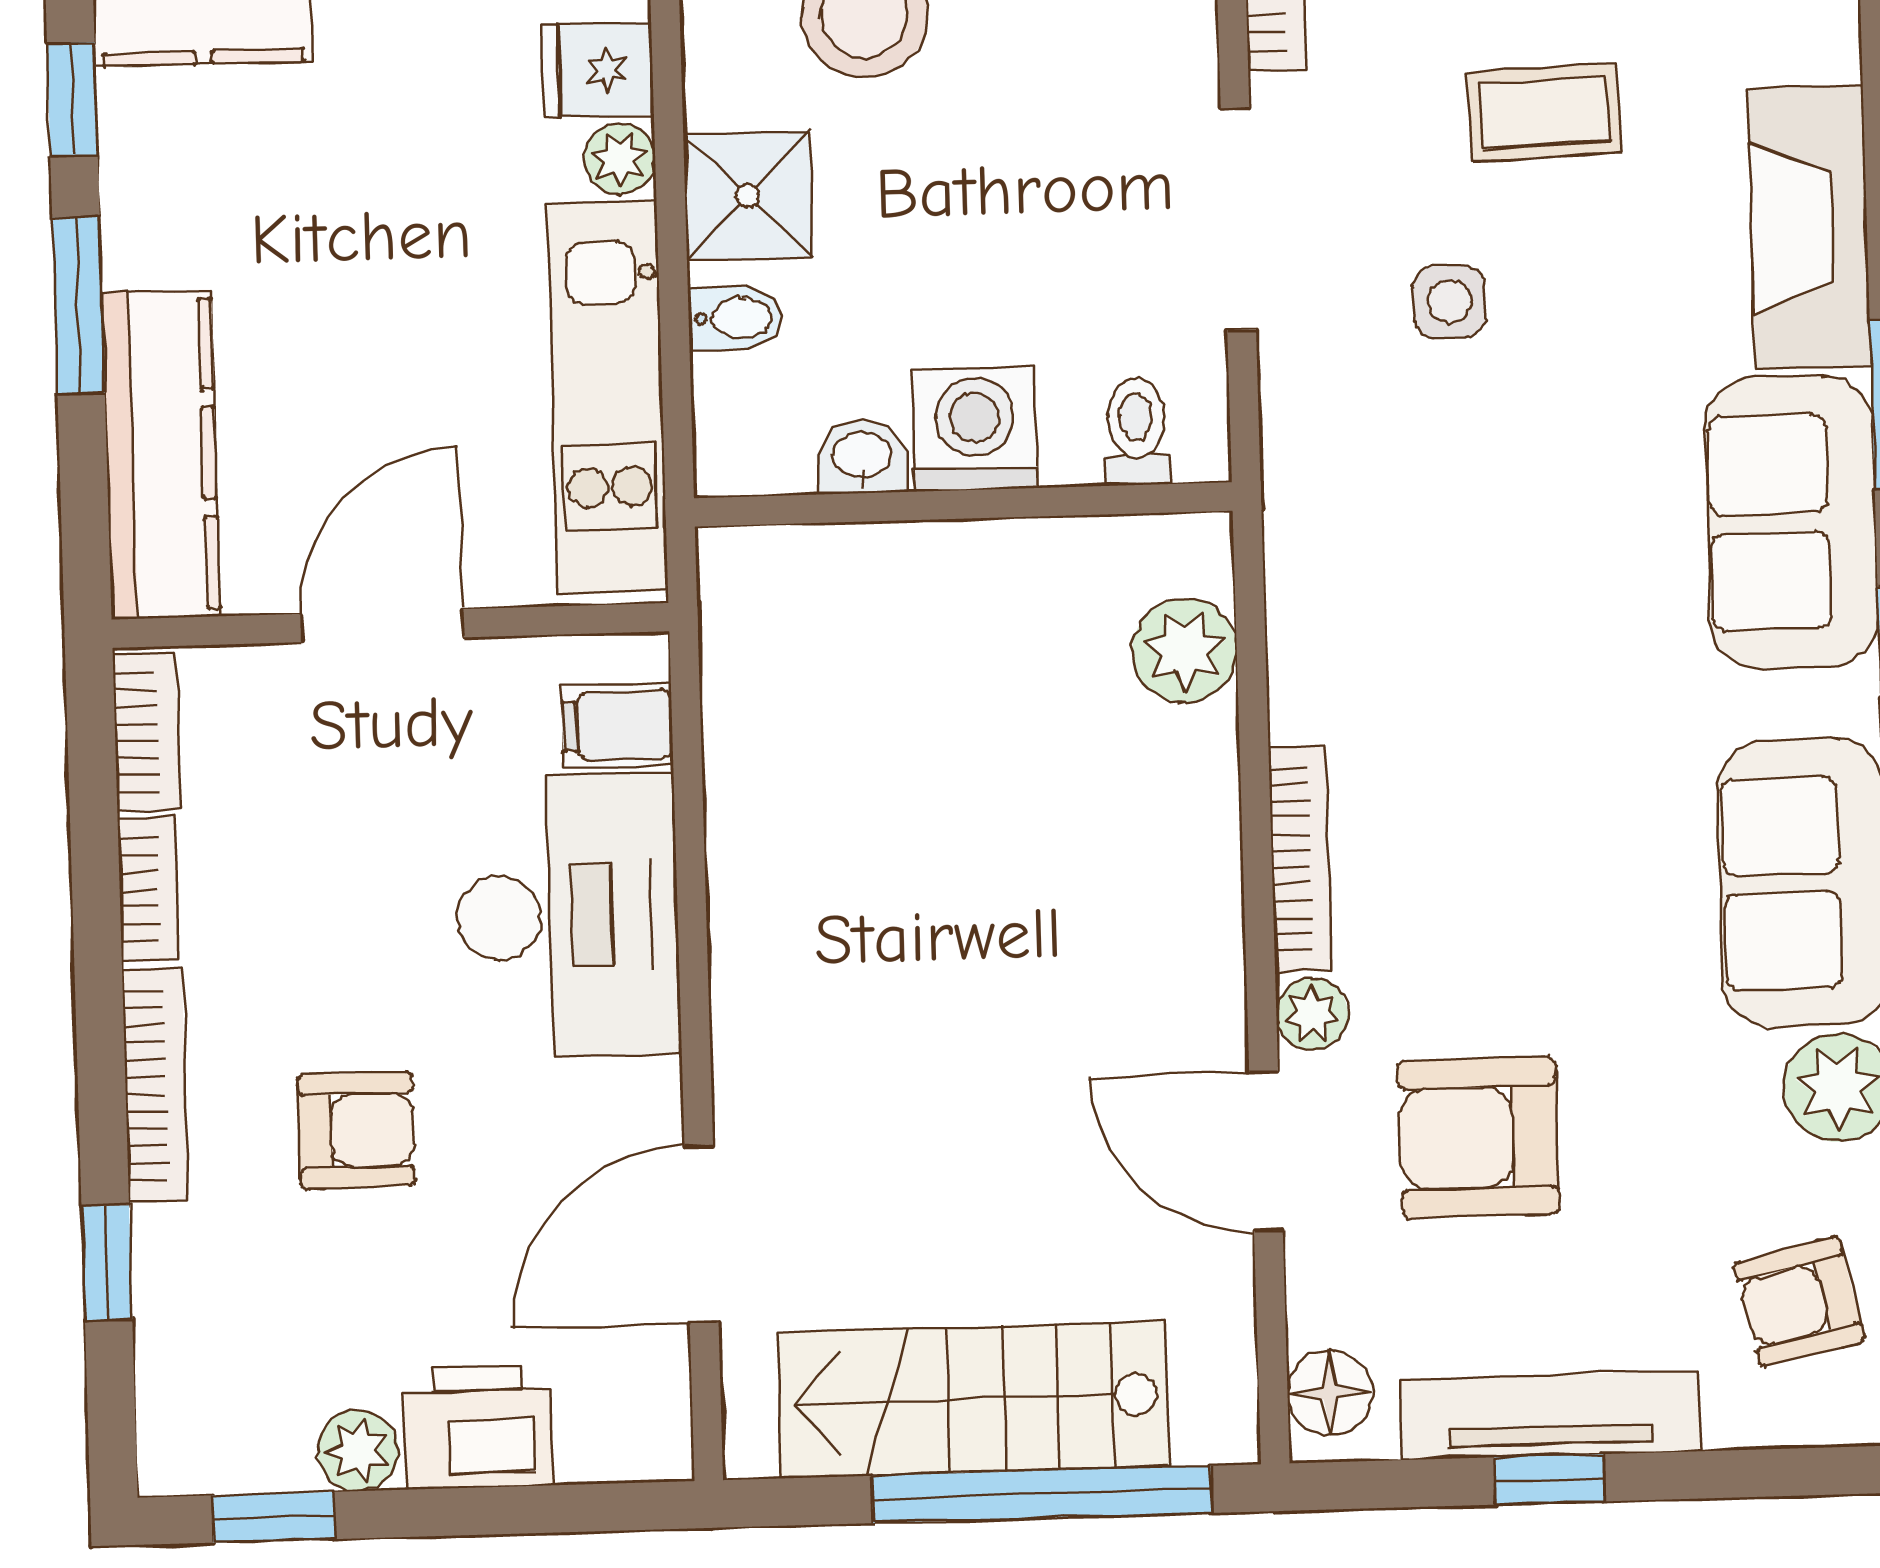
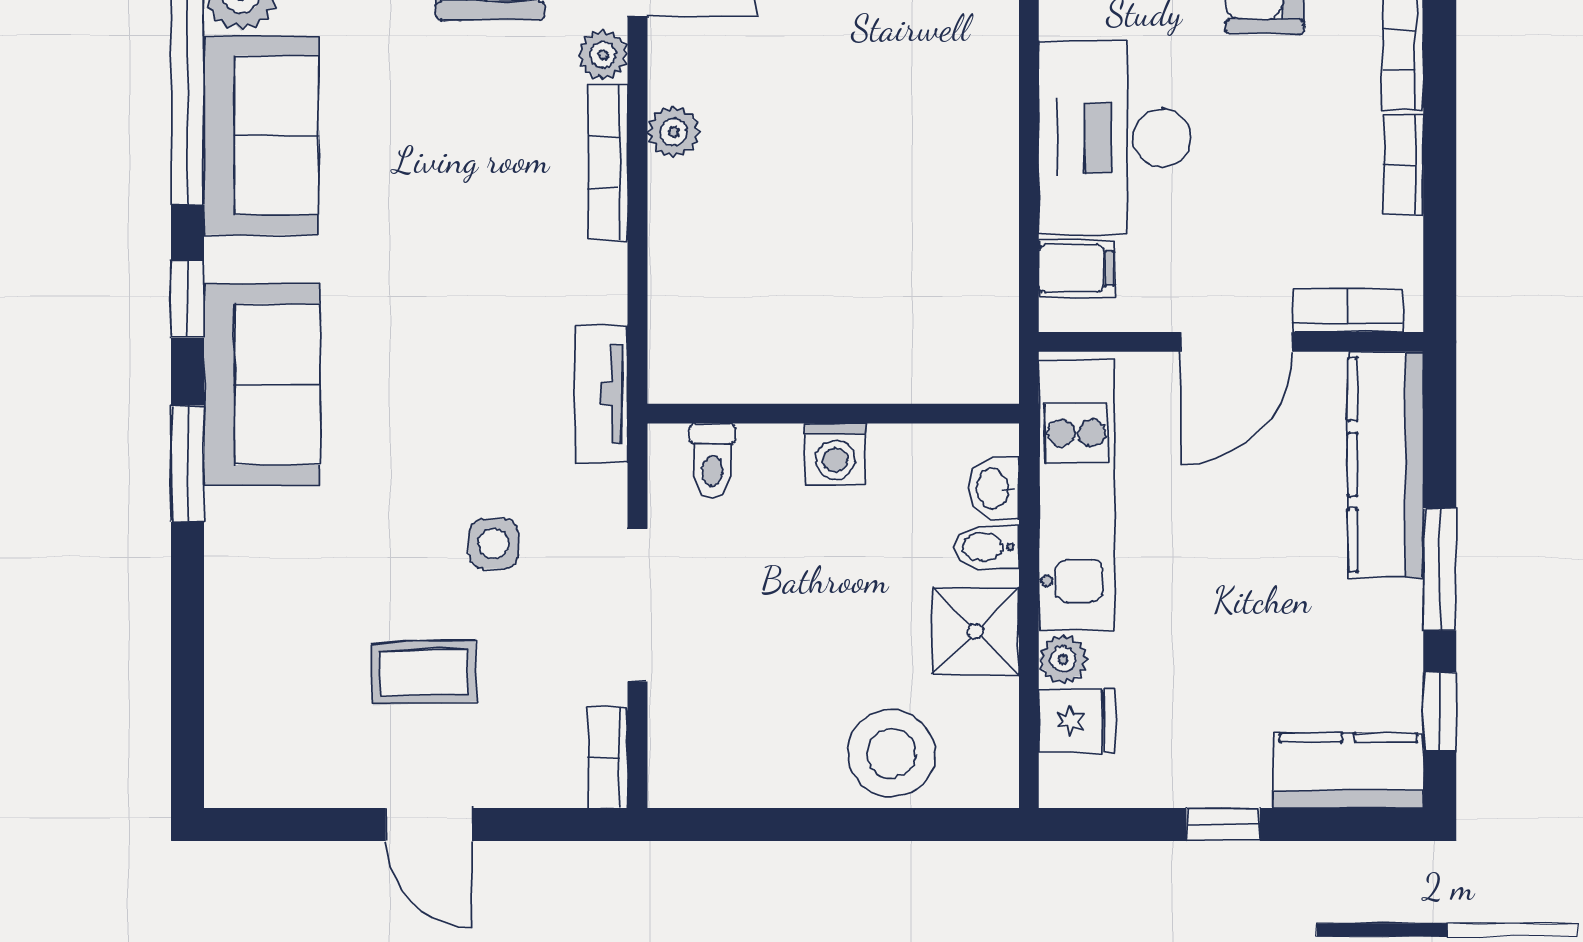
fireplace: (1809, 228) -> (244, 587), removed
washing machine: (975, 429) -> (835, 454), width x0.73, depth x0.73
washbasin: (862, 457) -> (994, 489), moved, turned 90
tv unit: (1300, 523) -> (601, 394), added
plant: (1185, 651) -> (674, 132), moved, width x0.73, depth x0.73
bookcase: (146, 731) -> (1347, 310), moved, turned 90

